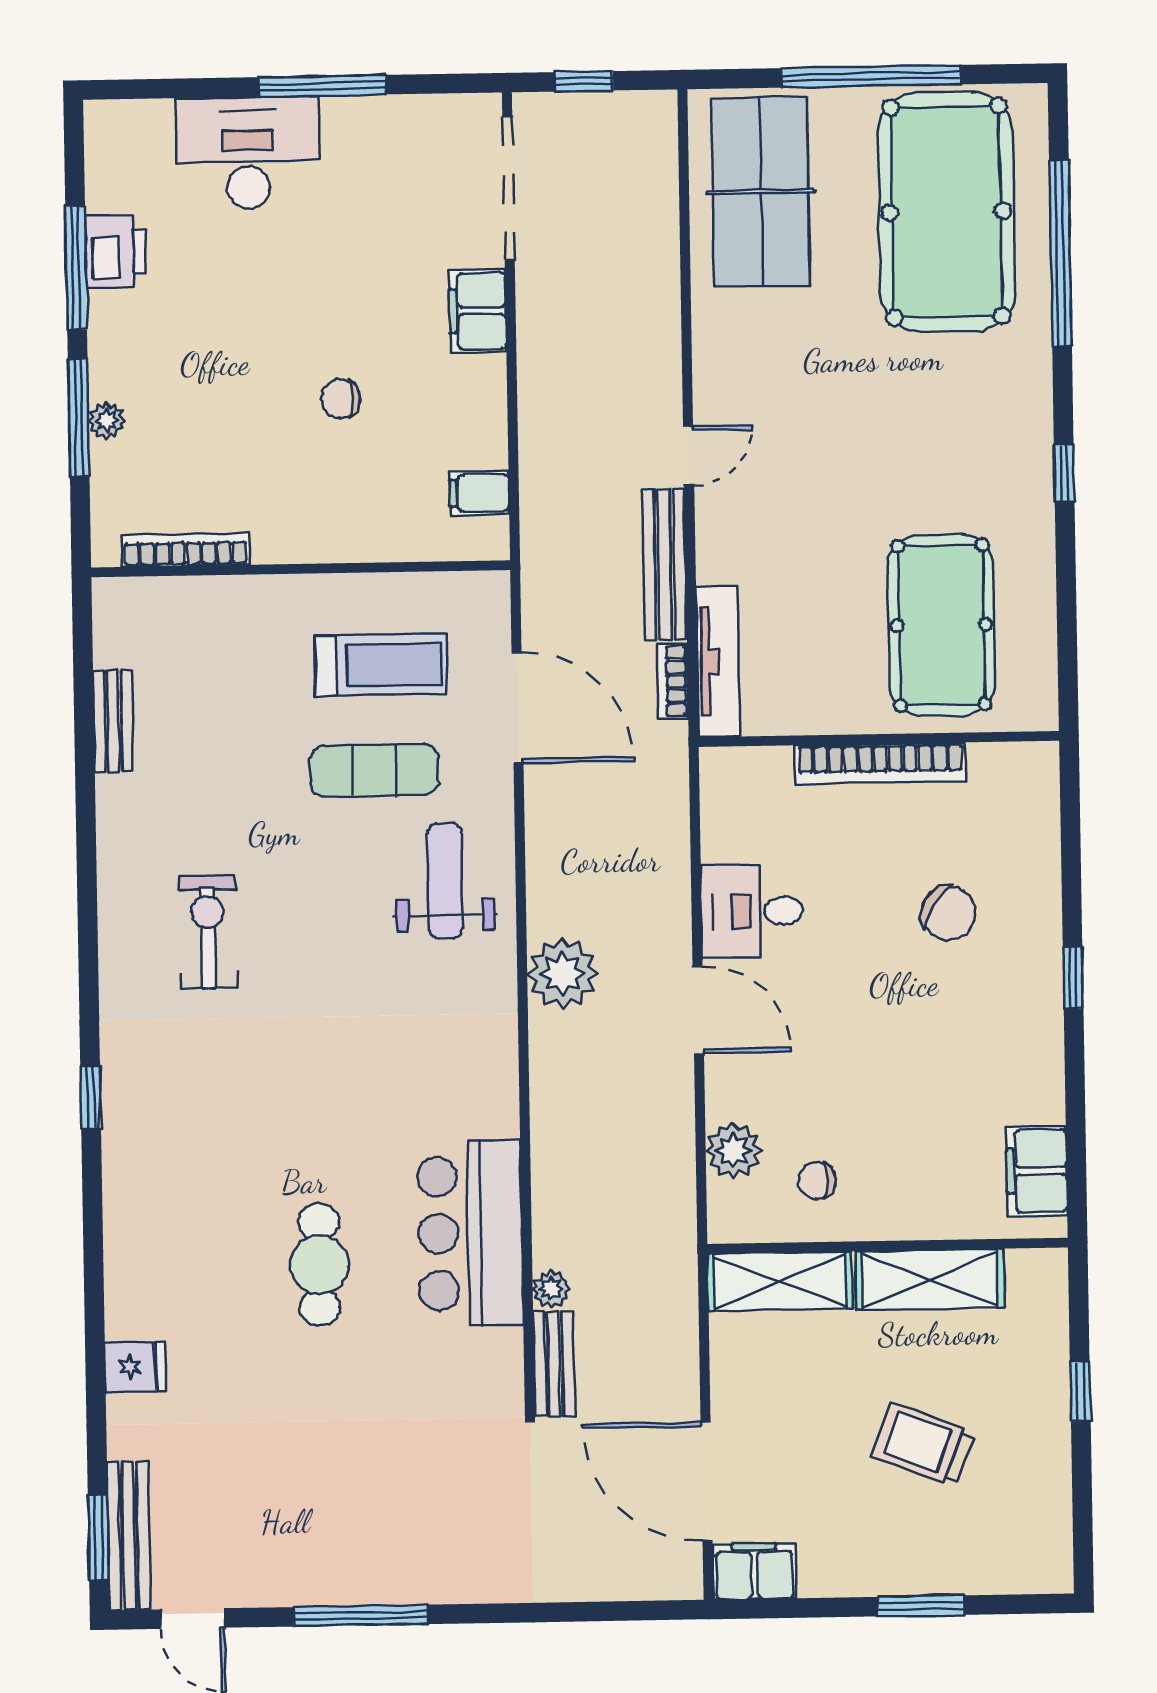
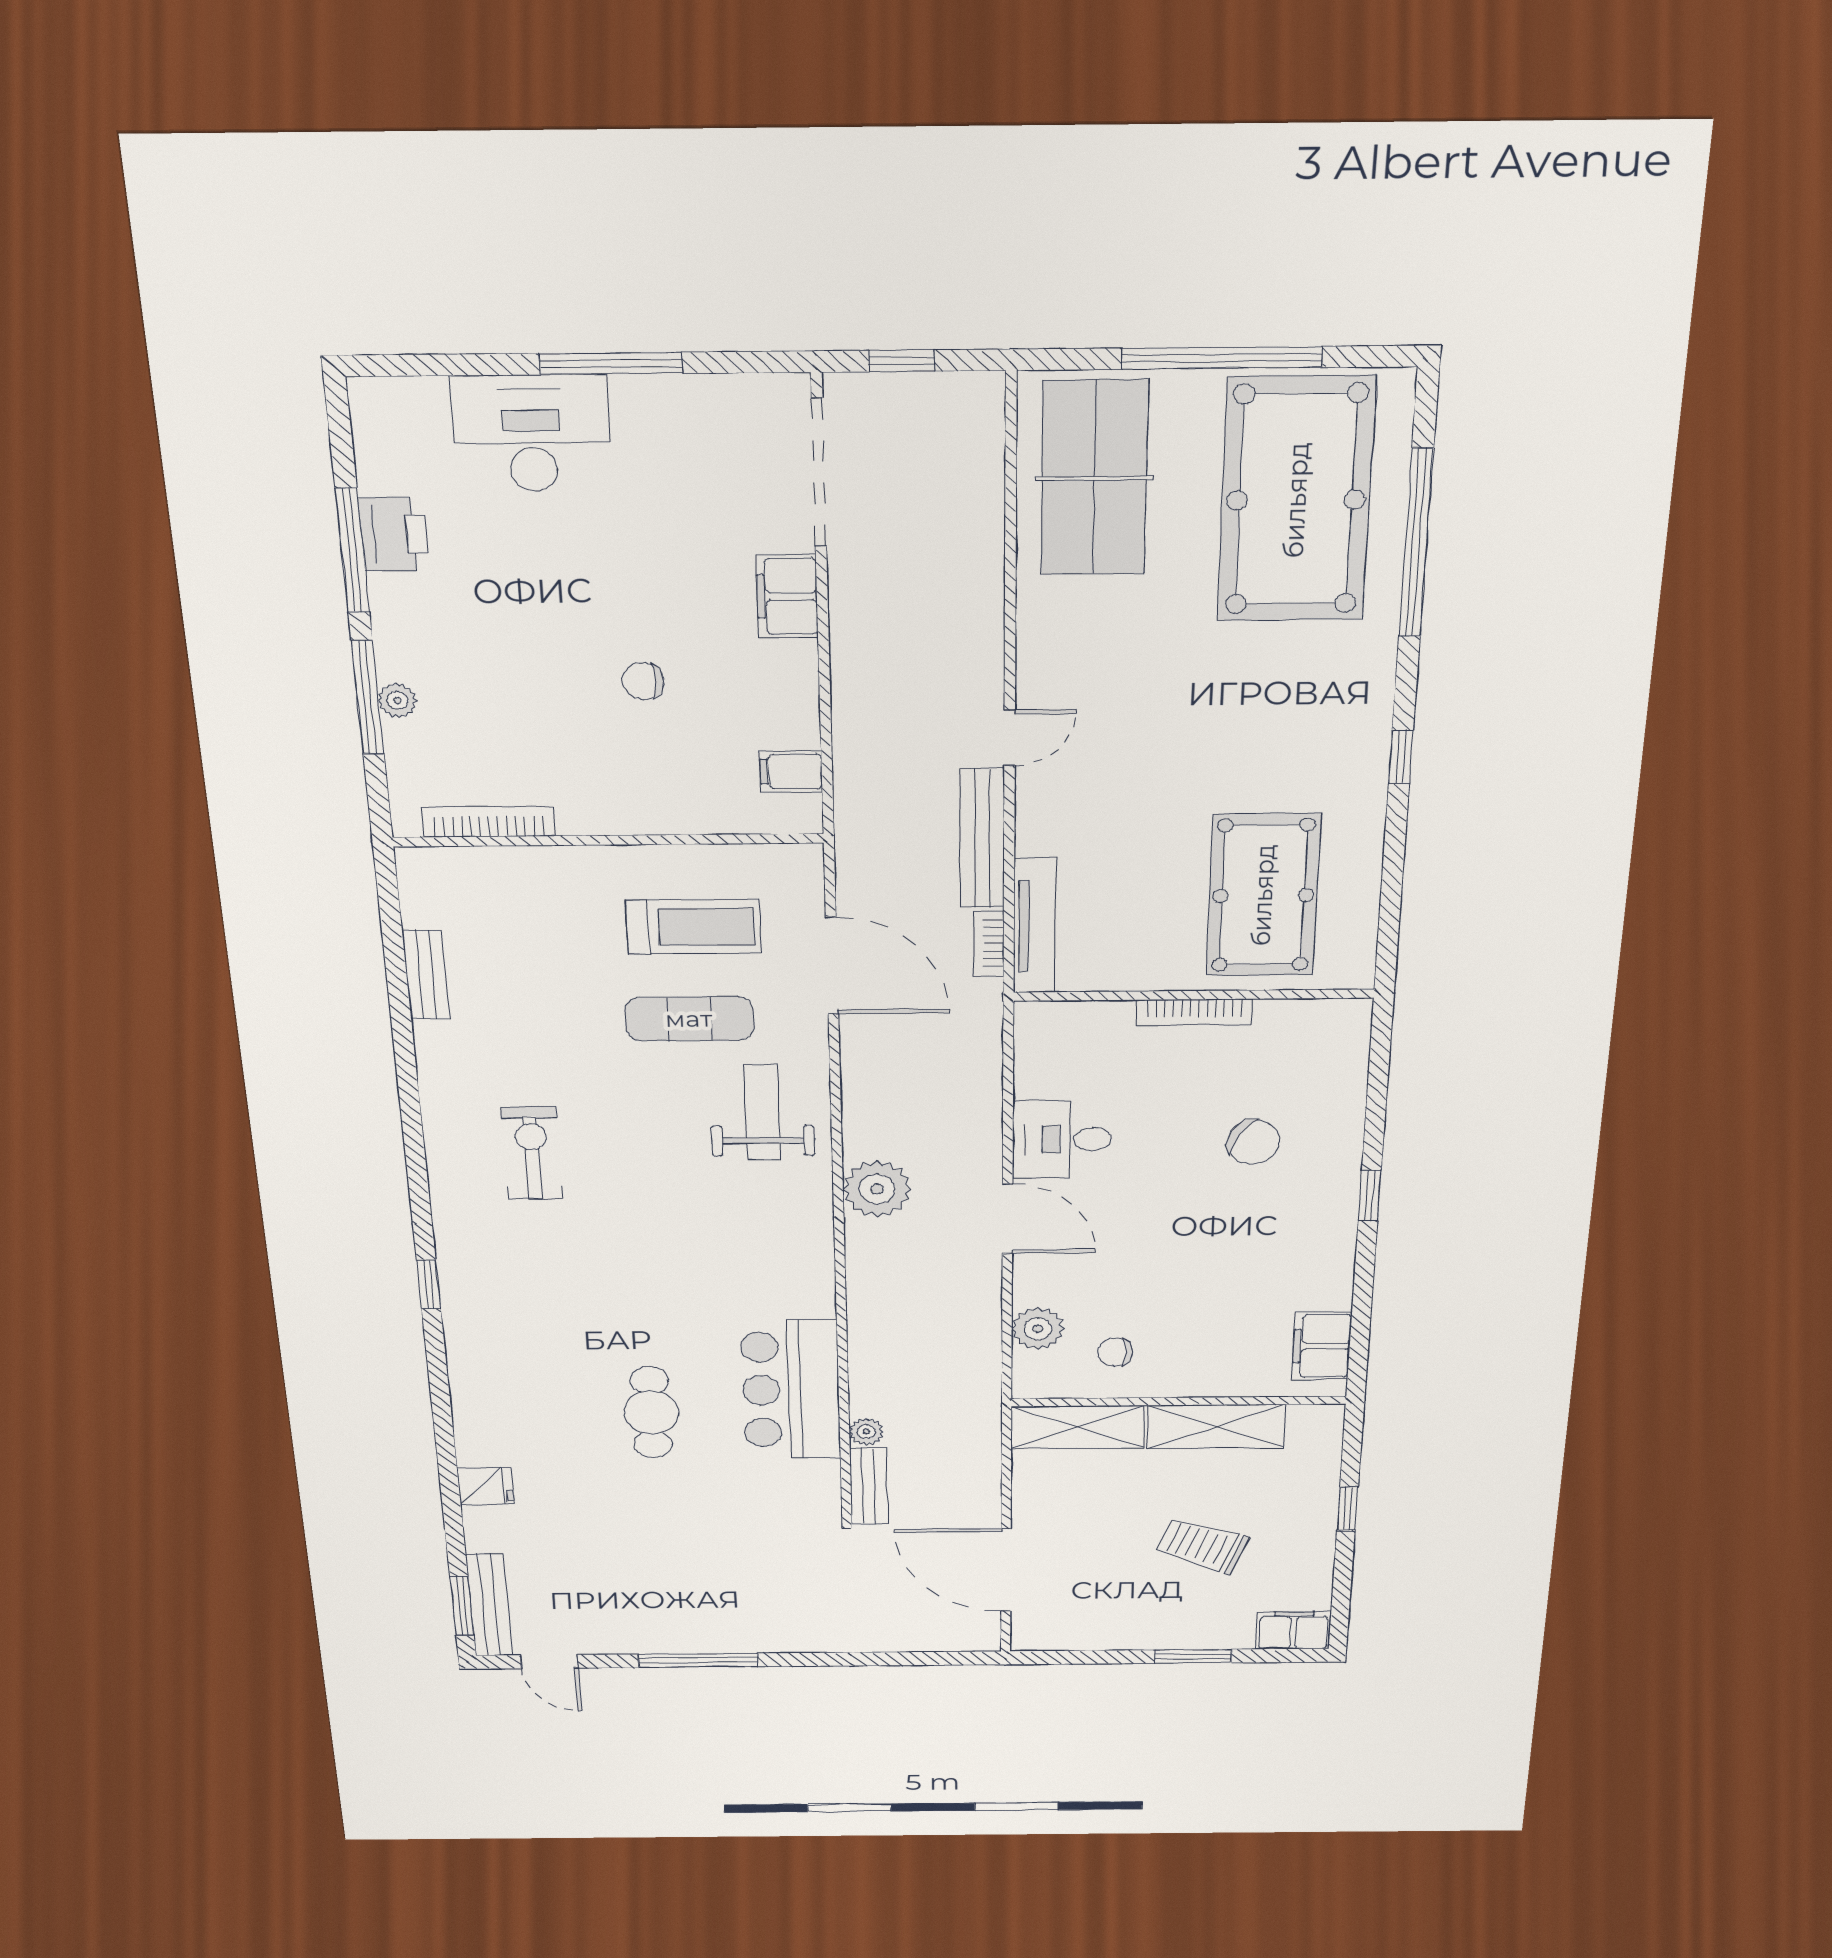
bookcase: (880, 763) -> (1194, 1012), width x0.68, depth x0.76
filing cabinet: (754, 1571) -> (1293, 1630), moved

